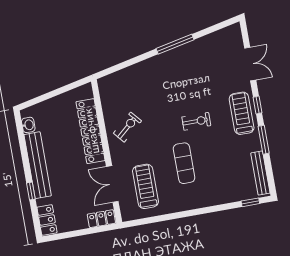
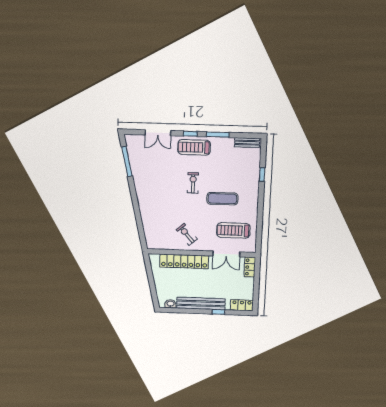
window: (175, 44) -> (127, 161), moved
double door: (250, 64) -> (158, 133), swing flipped
bench: (260, 173) -> (247, 143), width x0.73
window: (250, 202) -> (262, 174), moved

